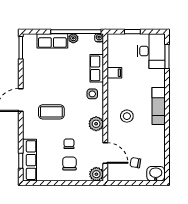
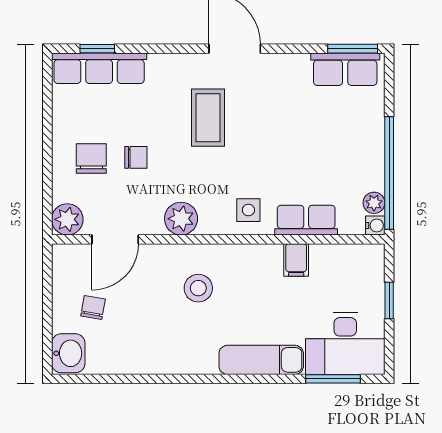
plant: (73, 38) -> (374, 203), moved
row of seats: (52, 41) -> (345, 69), moved, turned -90
exam couch: (159, 106) -> (261, 360), moved
chair: (69, 163) -> (91, 159), turned -90

